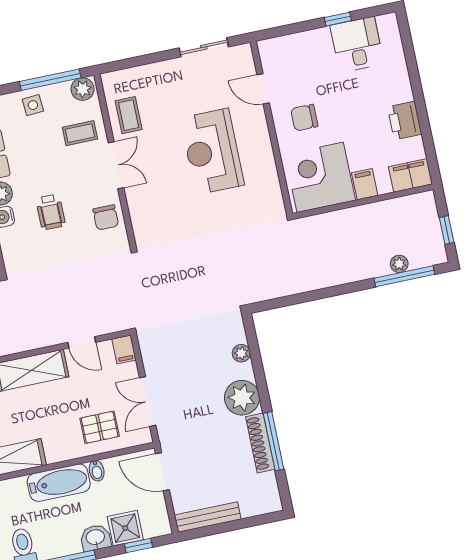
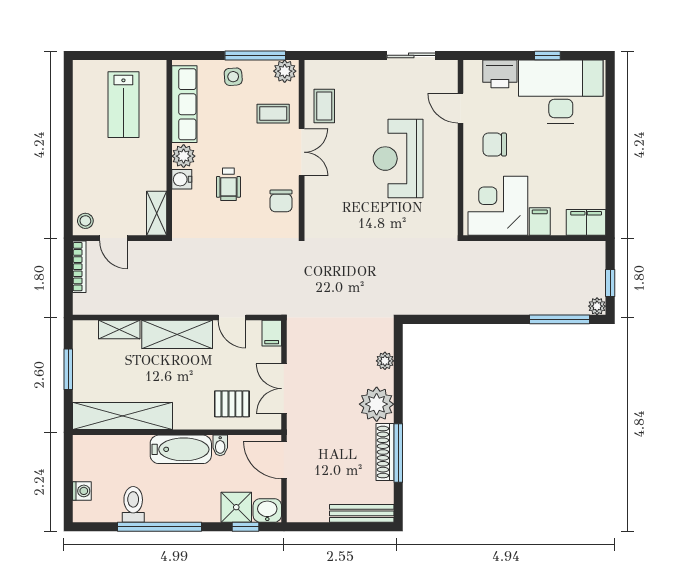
desk: (357, 45) -> (561, 91), width x1.87, depth x1.30
printer: (405, 121) -> (500, 74), moved, turned -90
plant: (399, 264) -> (597, 306), moved
bench: (208, 517) -> (362, 513), moved
washbasin: (95, 538) -> (267, 510), moved

